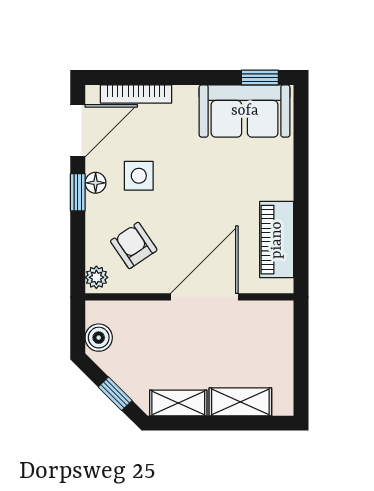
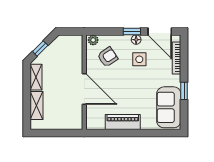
window: (260, 77) -> (184, 91), moved
piano: (277, 240) -> (123, 122), moved
boiler: (99, 338) -> (66, 41), removed

